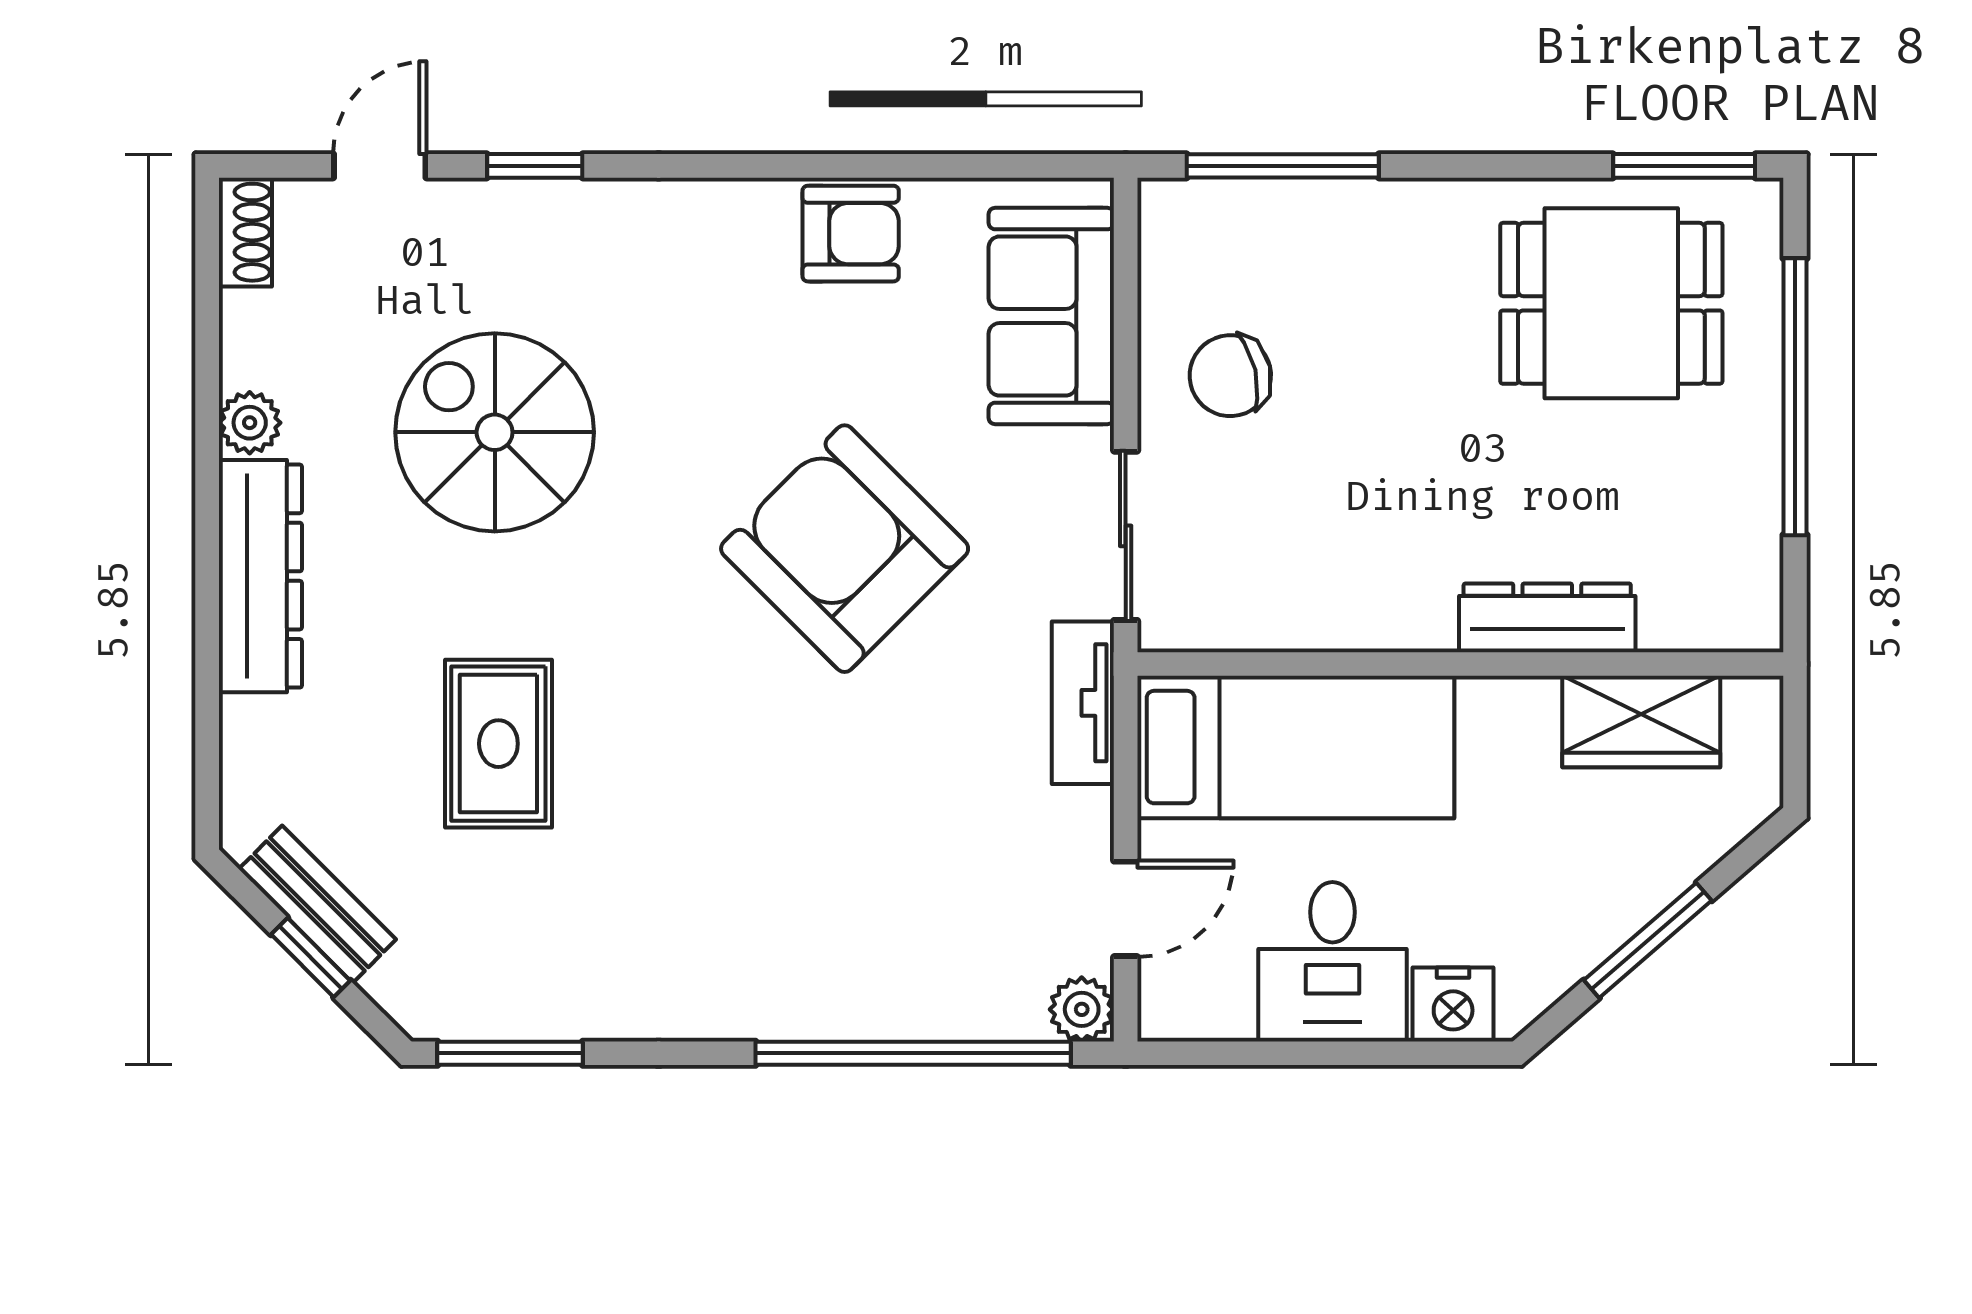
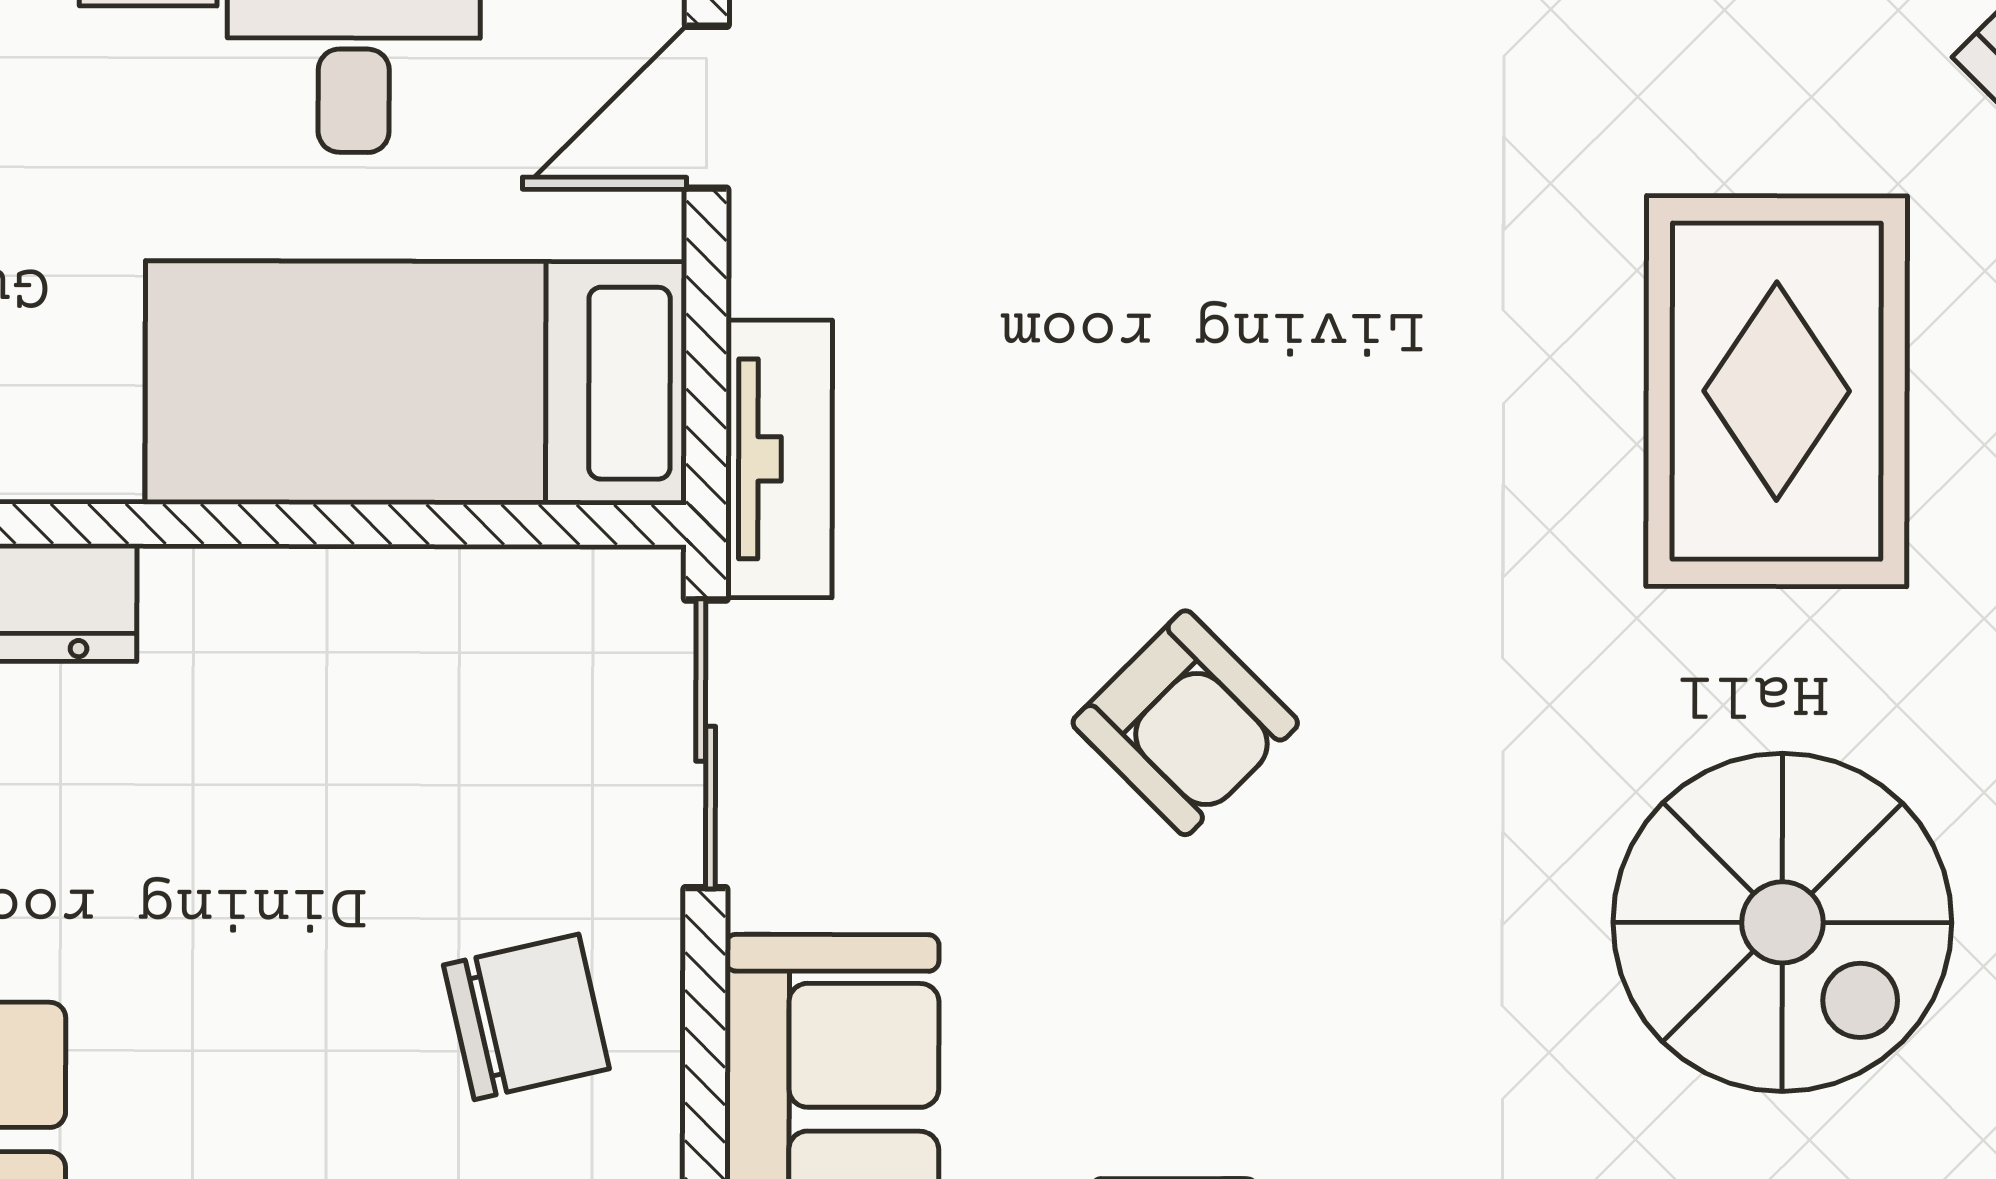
armchair: (845, 549) -> (1185, 723), width x0.53, depth x0.53
rug: (498, 744) -> (1777, 391), width x1.36, depth x1.43

